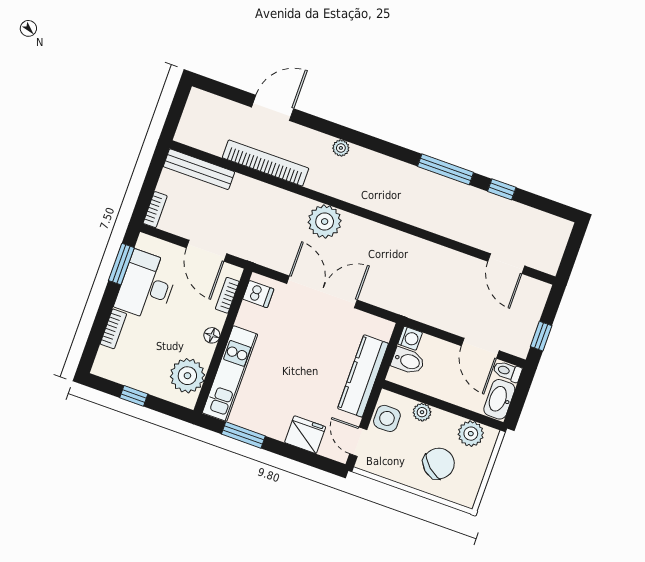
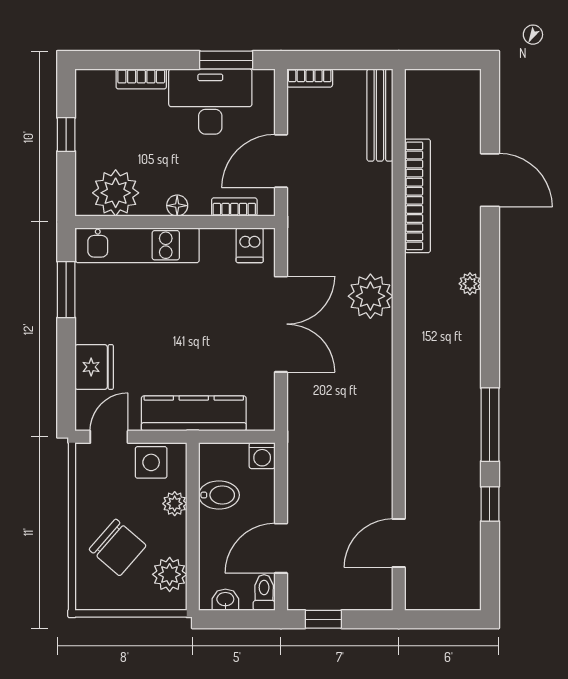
bidet: (408, 361) -> (219, 495), moved, turned -90
washbasin: (499, 399) -> (225, 600), width x0.52, depth x0.69

